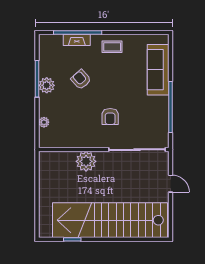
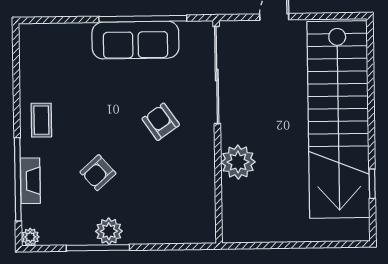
sofa: (158, 70) -> (135, 40), moved
armchair: (110, 116) -> (161, 122), turned -125
plant: (44, 122) -> (30, 237), moved

